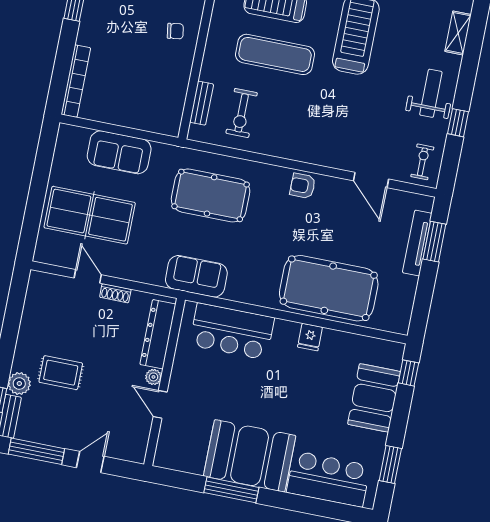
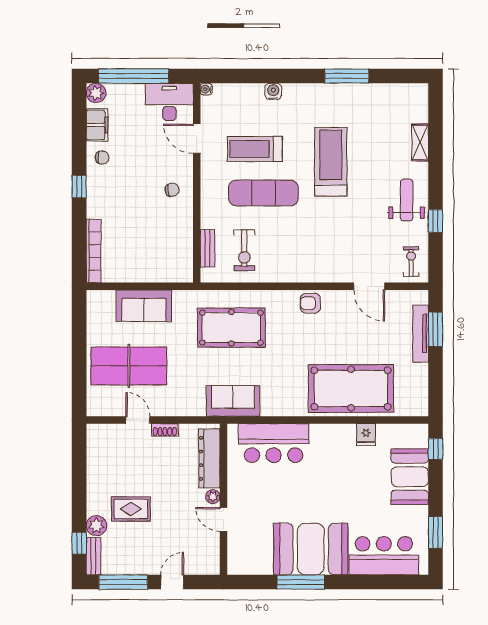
fridge: (310, 337) -> (366, 435), moved

